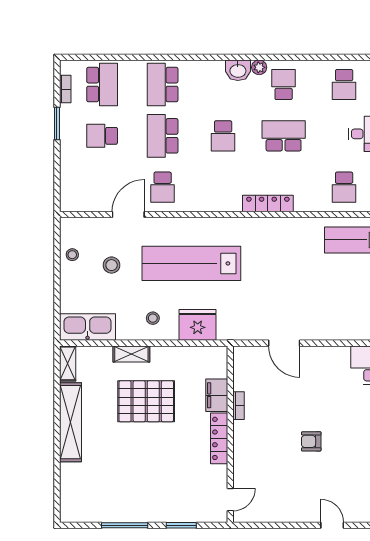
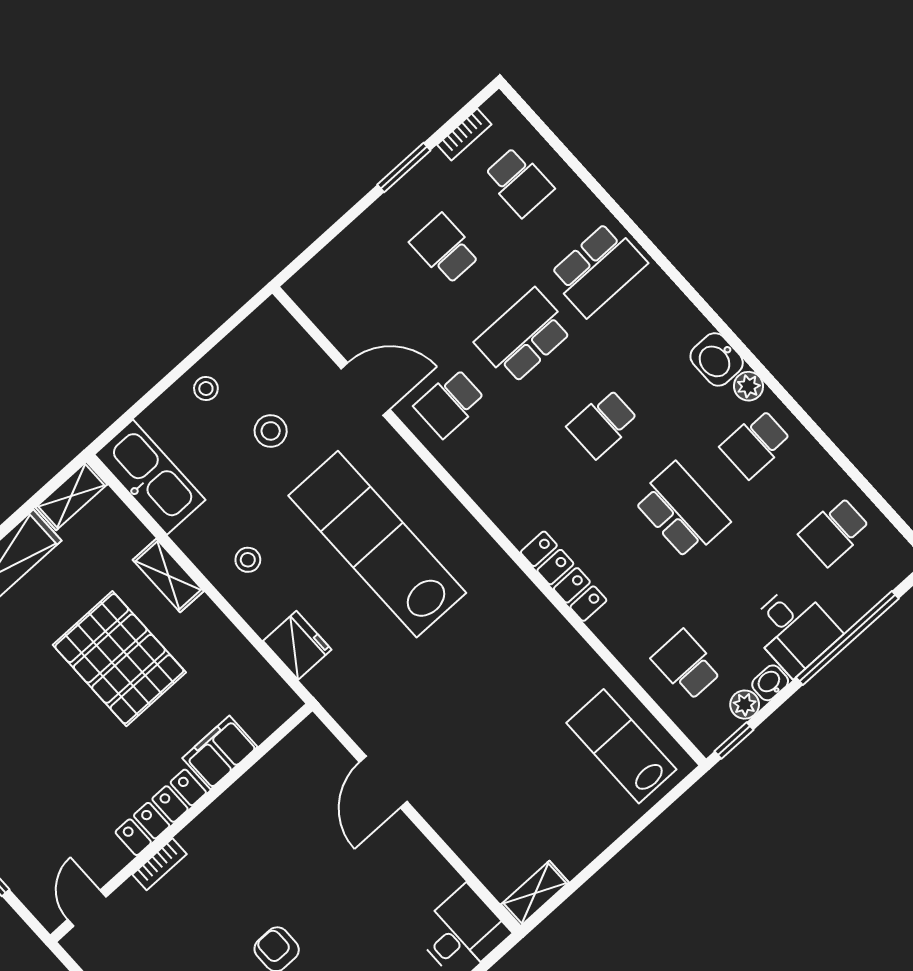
school desk: (102, 85) -> (519, 182), width x0.54
school desk: (163, 85) -> (598, 269), turned 180
school desk: (284, 85) -> (756, 444), turned 180
school desk: (344, 187) -> (686, 665), turned 90
stool: (72, 255) -> (206, 389), moved
fridge: (198, 325) -> (297, 645), width x0.73, depth x0.75
bookcase: (238, 406) -> (159, 864), moved
door: (230, 500) -> (87, 908), swing flipped

